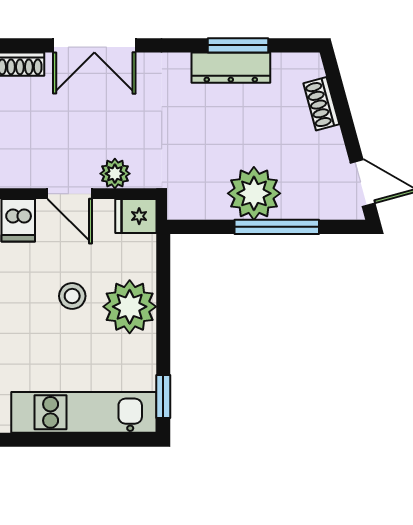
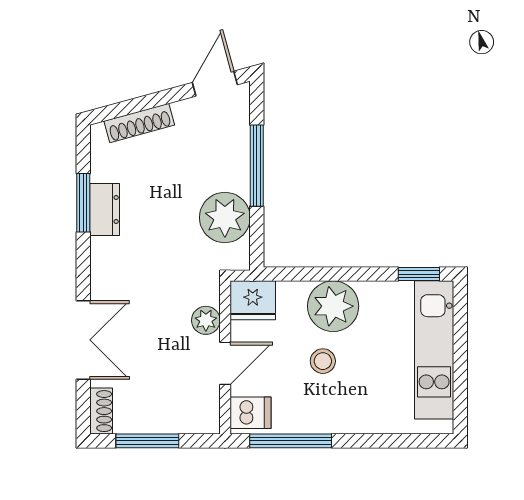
dresser: (231, 68) -> (105, 210), width x0.70
shoe rack: (321, 104) -> (139, 123), width x1.43
plant: (254, 193) -> (225, 218), moved
fridge: (136, 216) -> (253, 300), width x1.38

